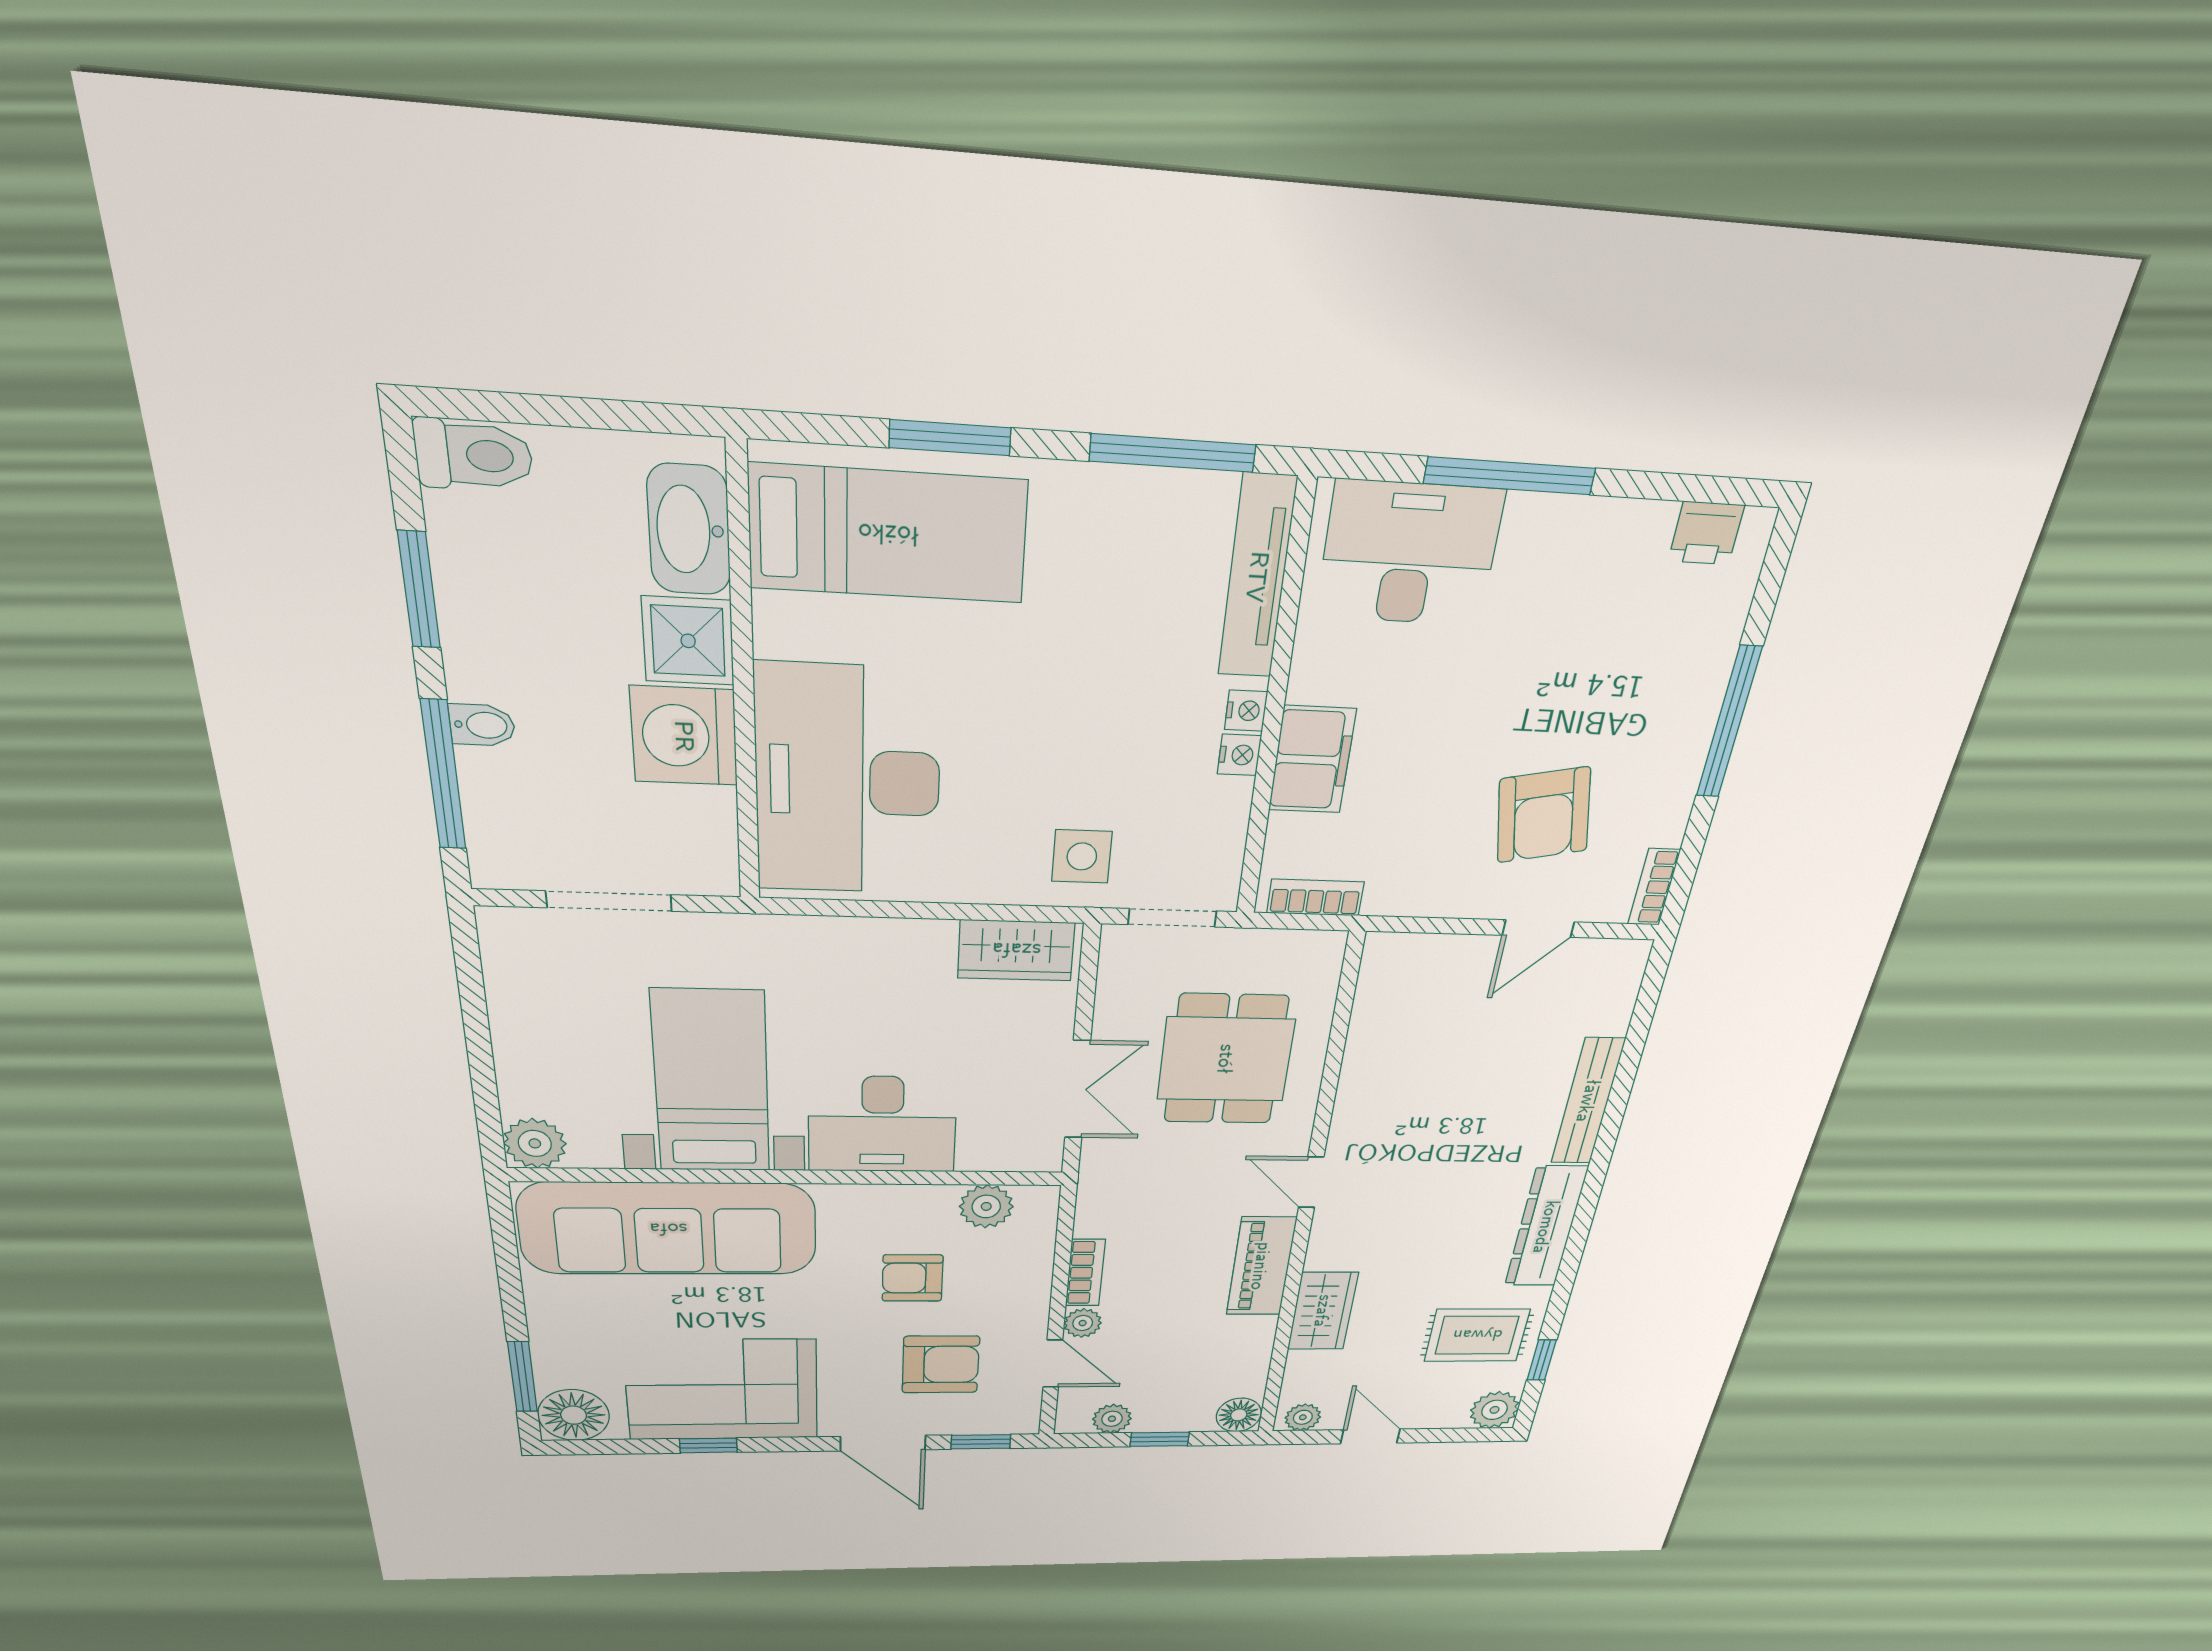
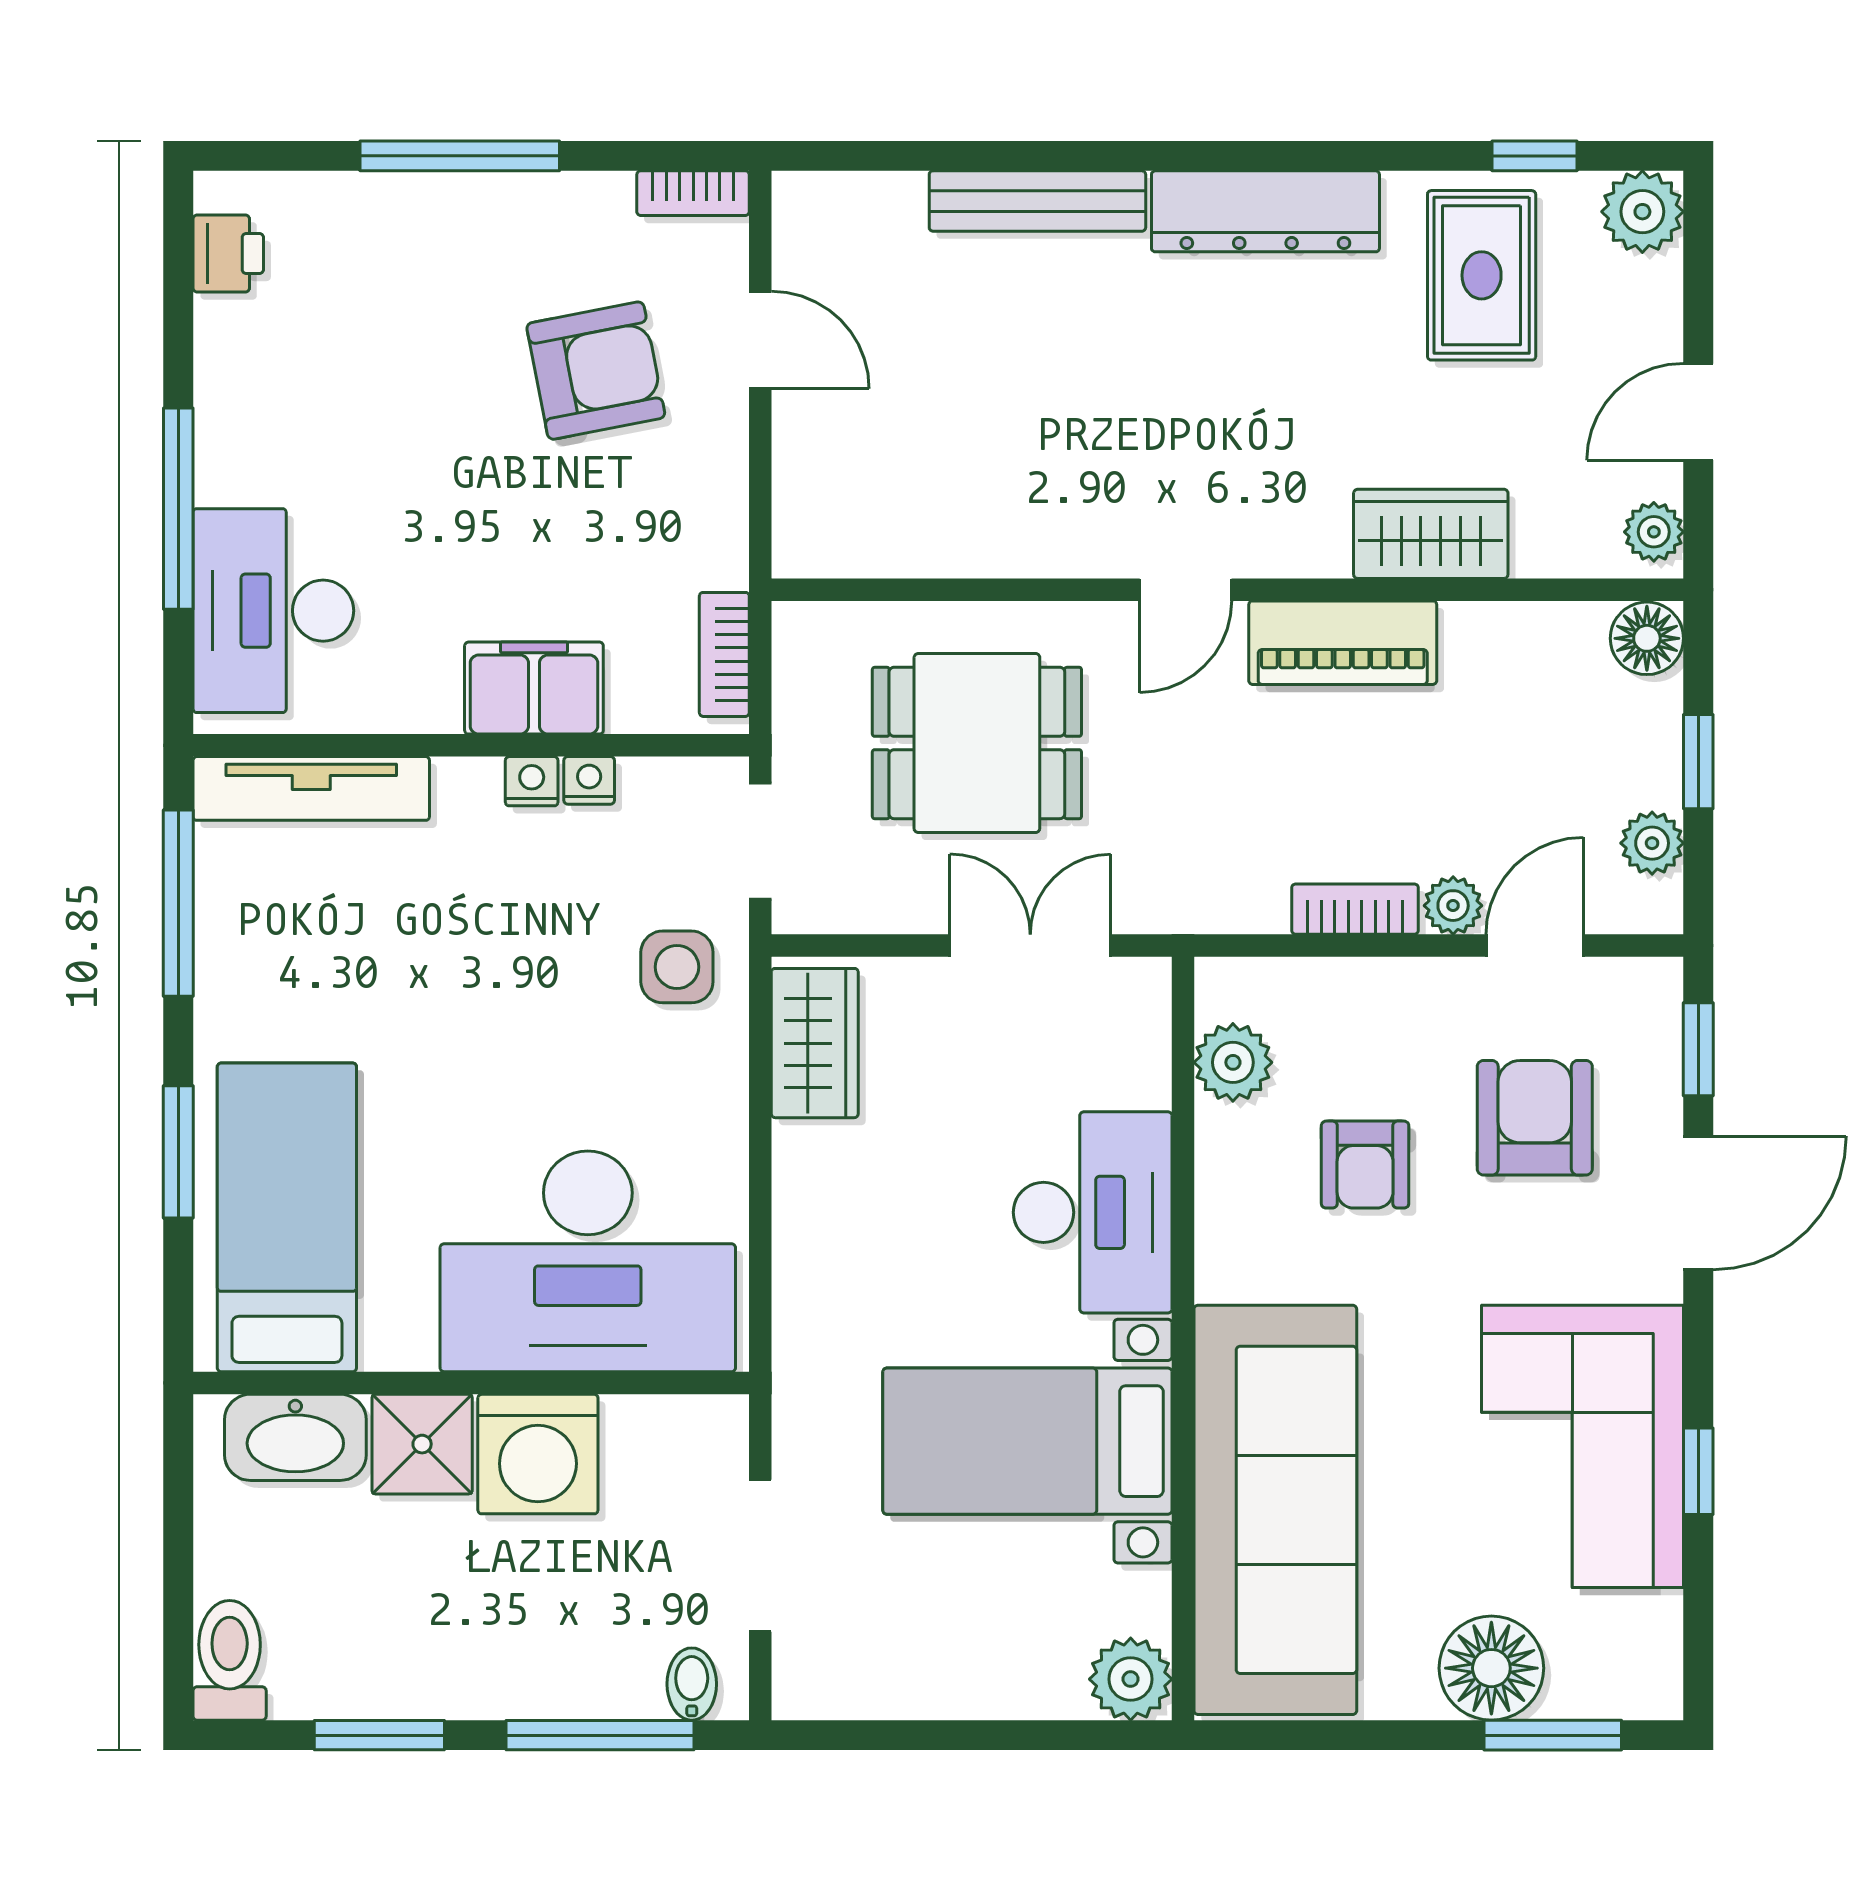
nightstand: (1246, 711) -> (589, 780), moved
bidet: (482, 725) -> (692, 1684), moved
floor lamp: (574, 1415) -> (1491, 1668), moved

